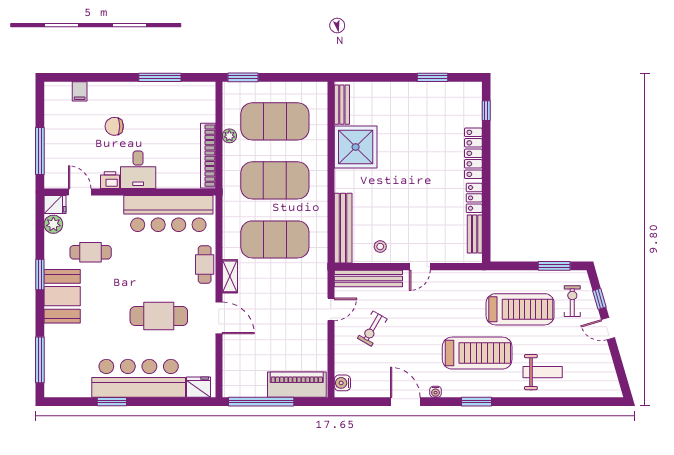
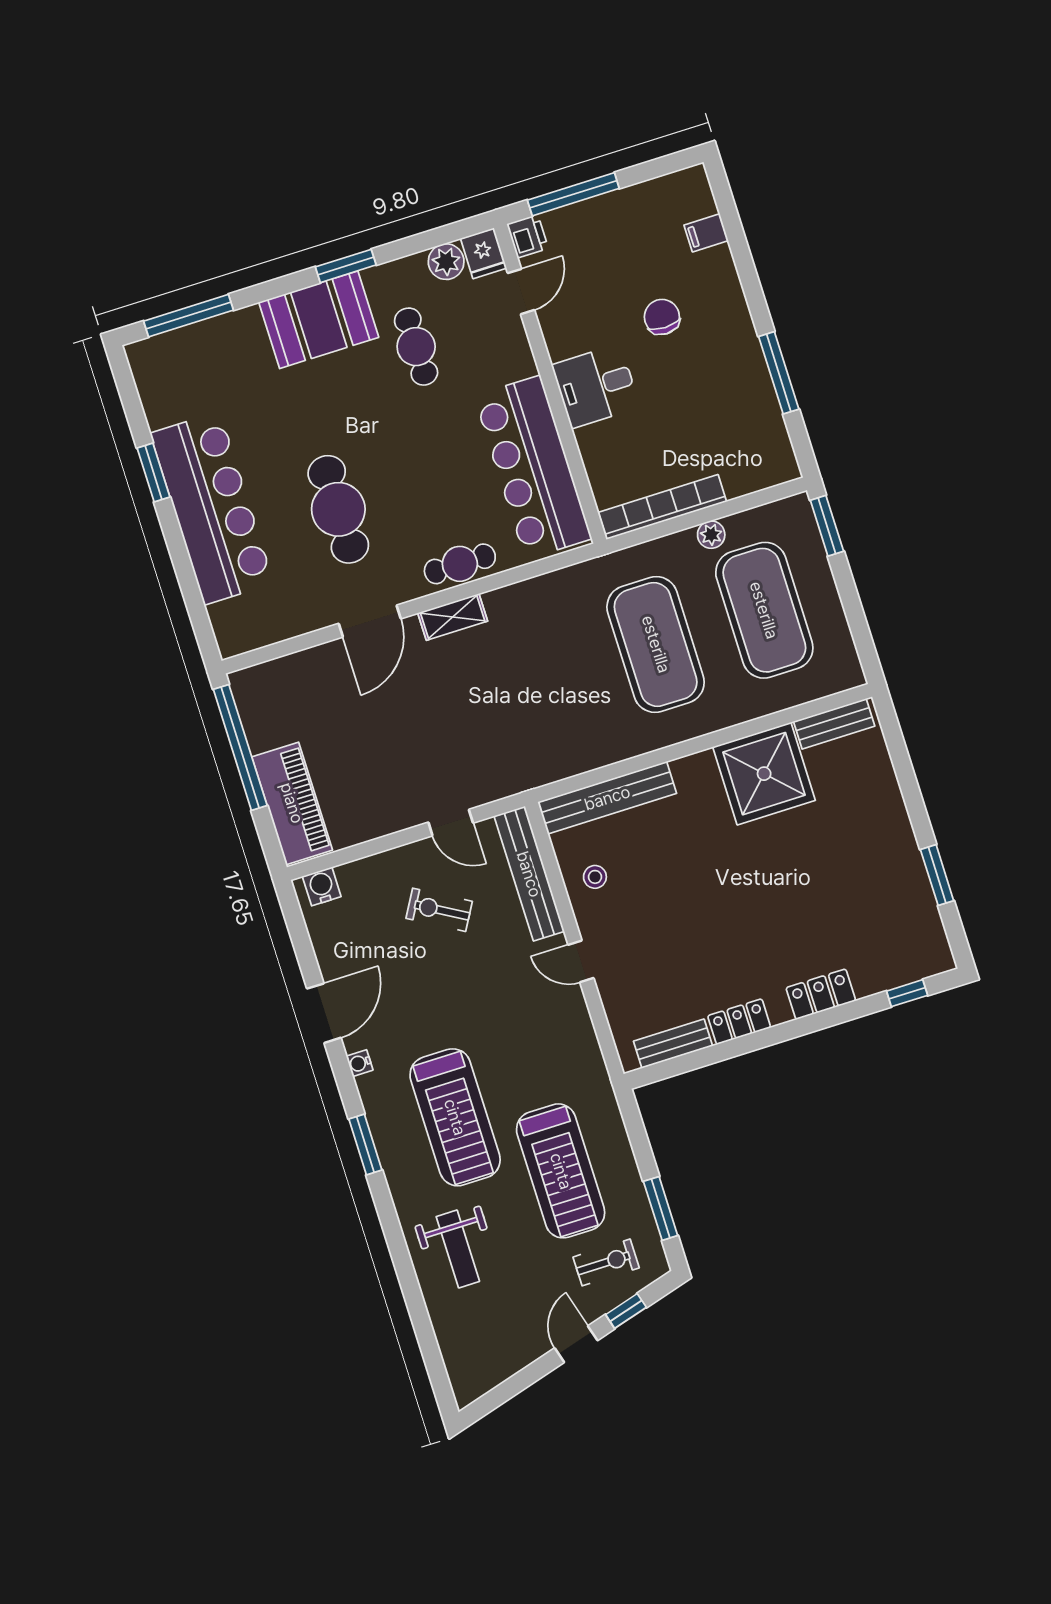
locker: (473, 153) -> (821, 994), width x0.66
printer: (110, 180) -> (528, 236), moved
exercise mat: (275, 239) -> (547, 679), removed
fridge: (199, 387) -> (230, 624), removed

